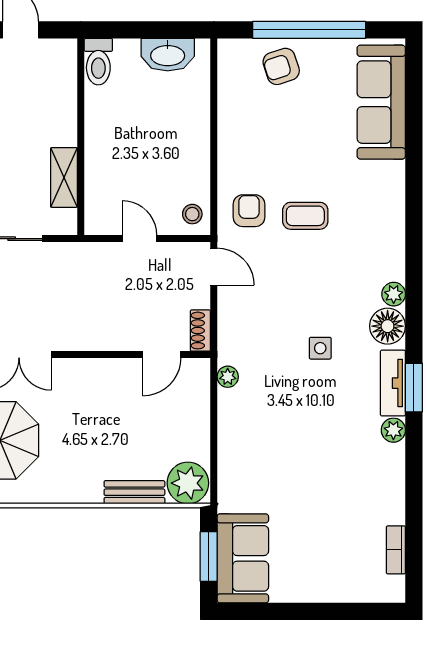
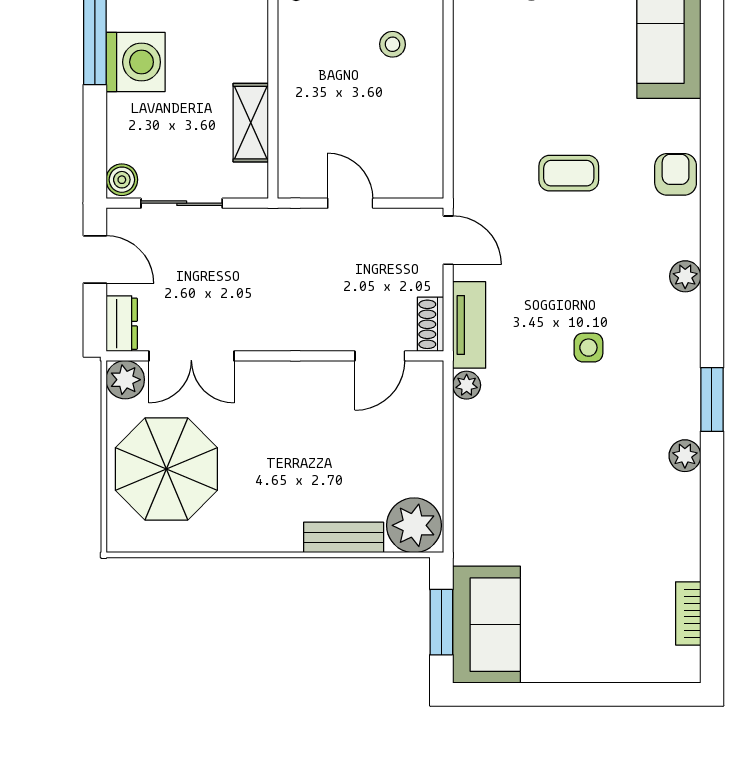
armchair: (249, 211) -> (676, 174), moved
stool: (192, 214) -> (393, 44), moved
floor lamp: (388, 326) -> (677, 319), removed
tv unit: (393, 383) -> (469, 325), moved, turned 180

